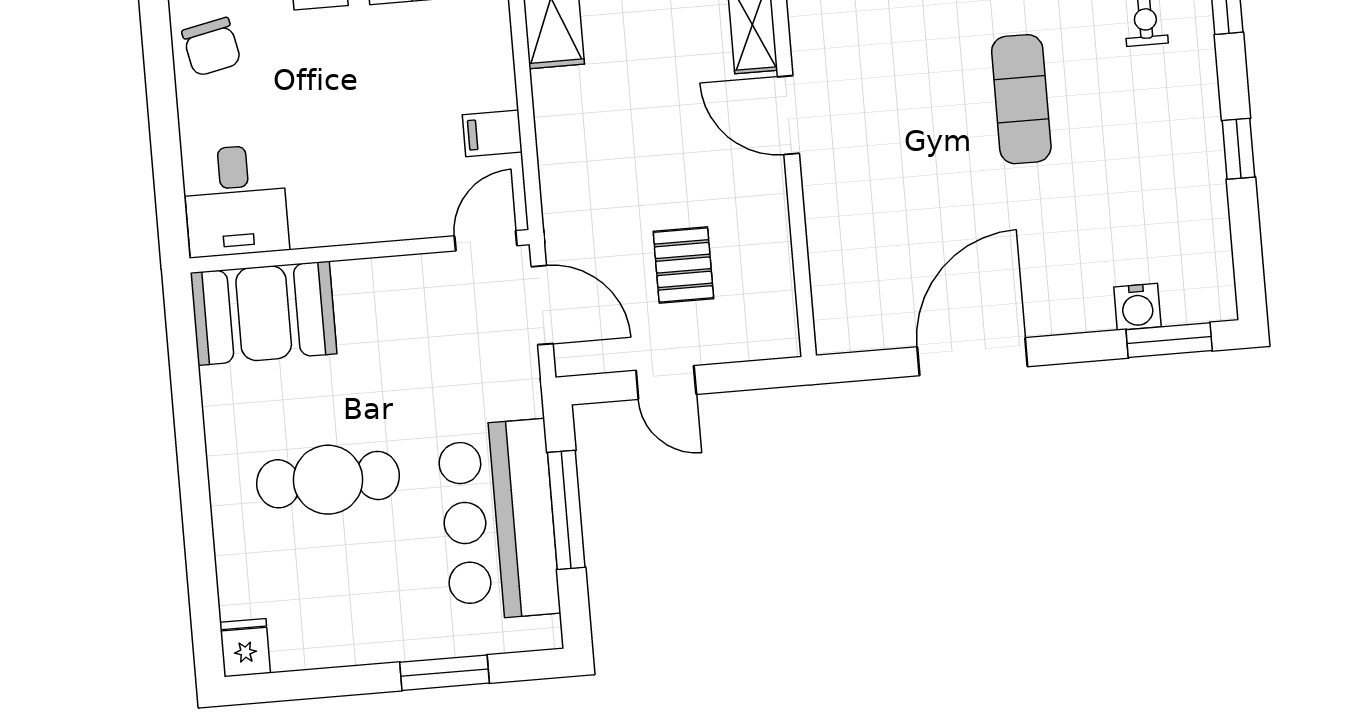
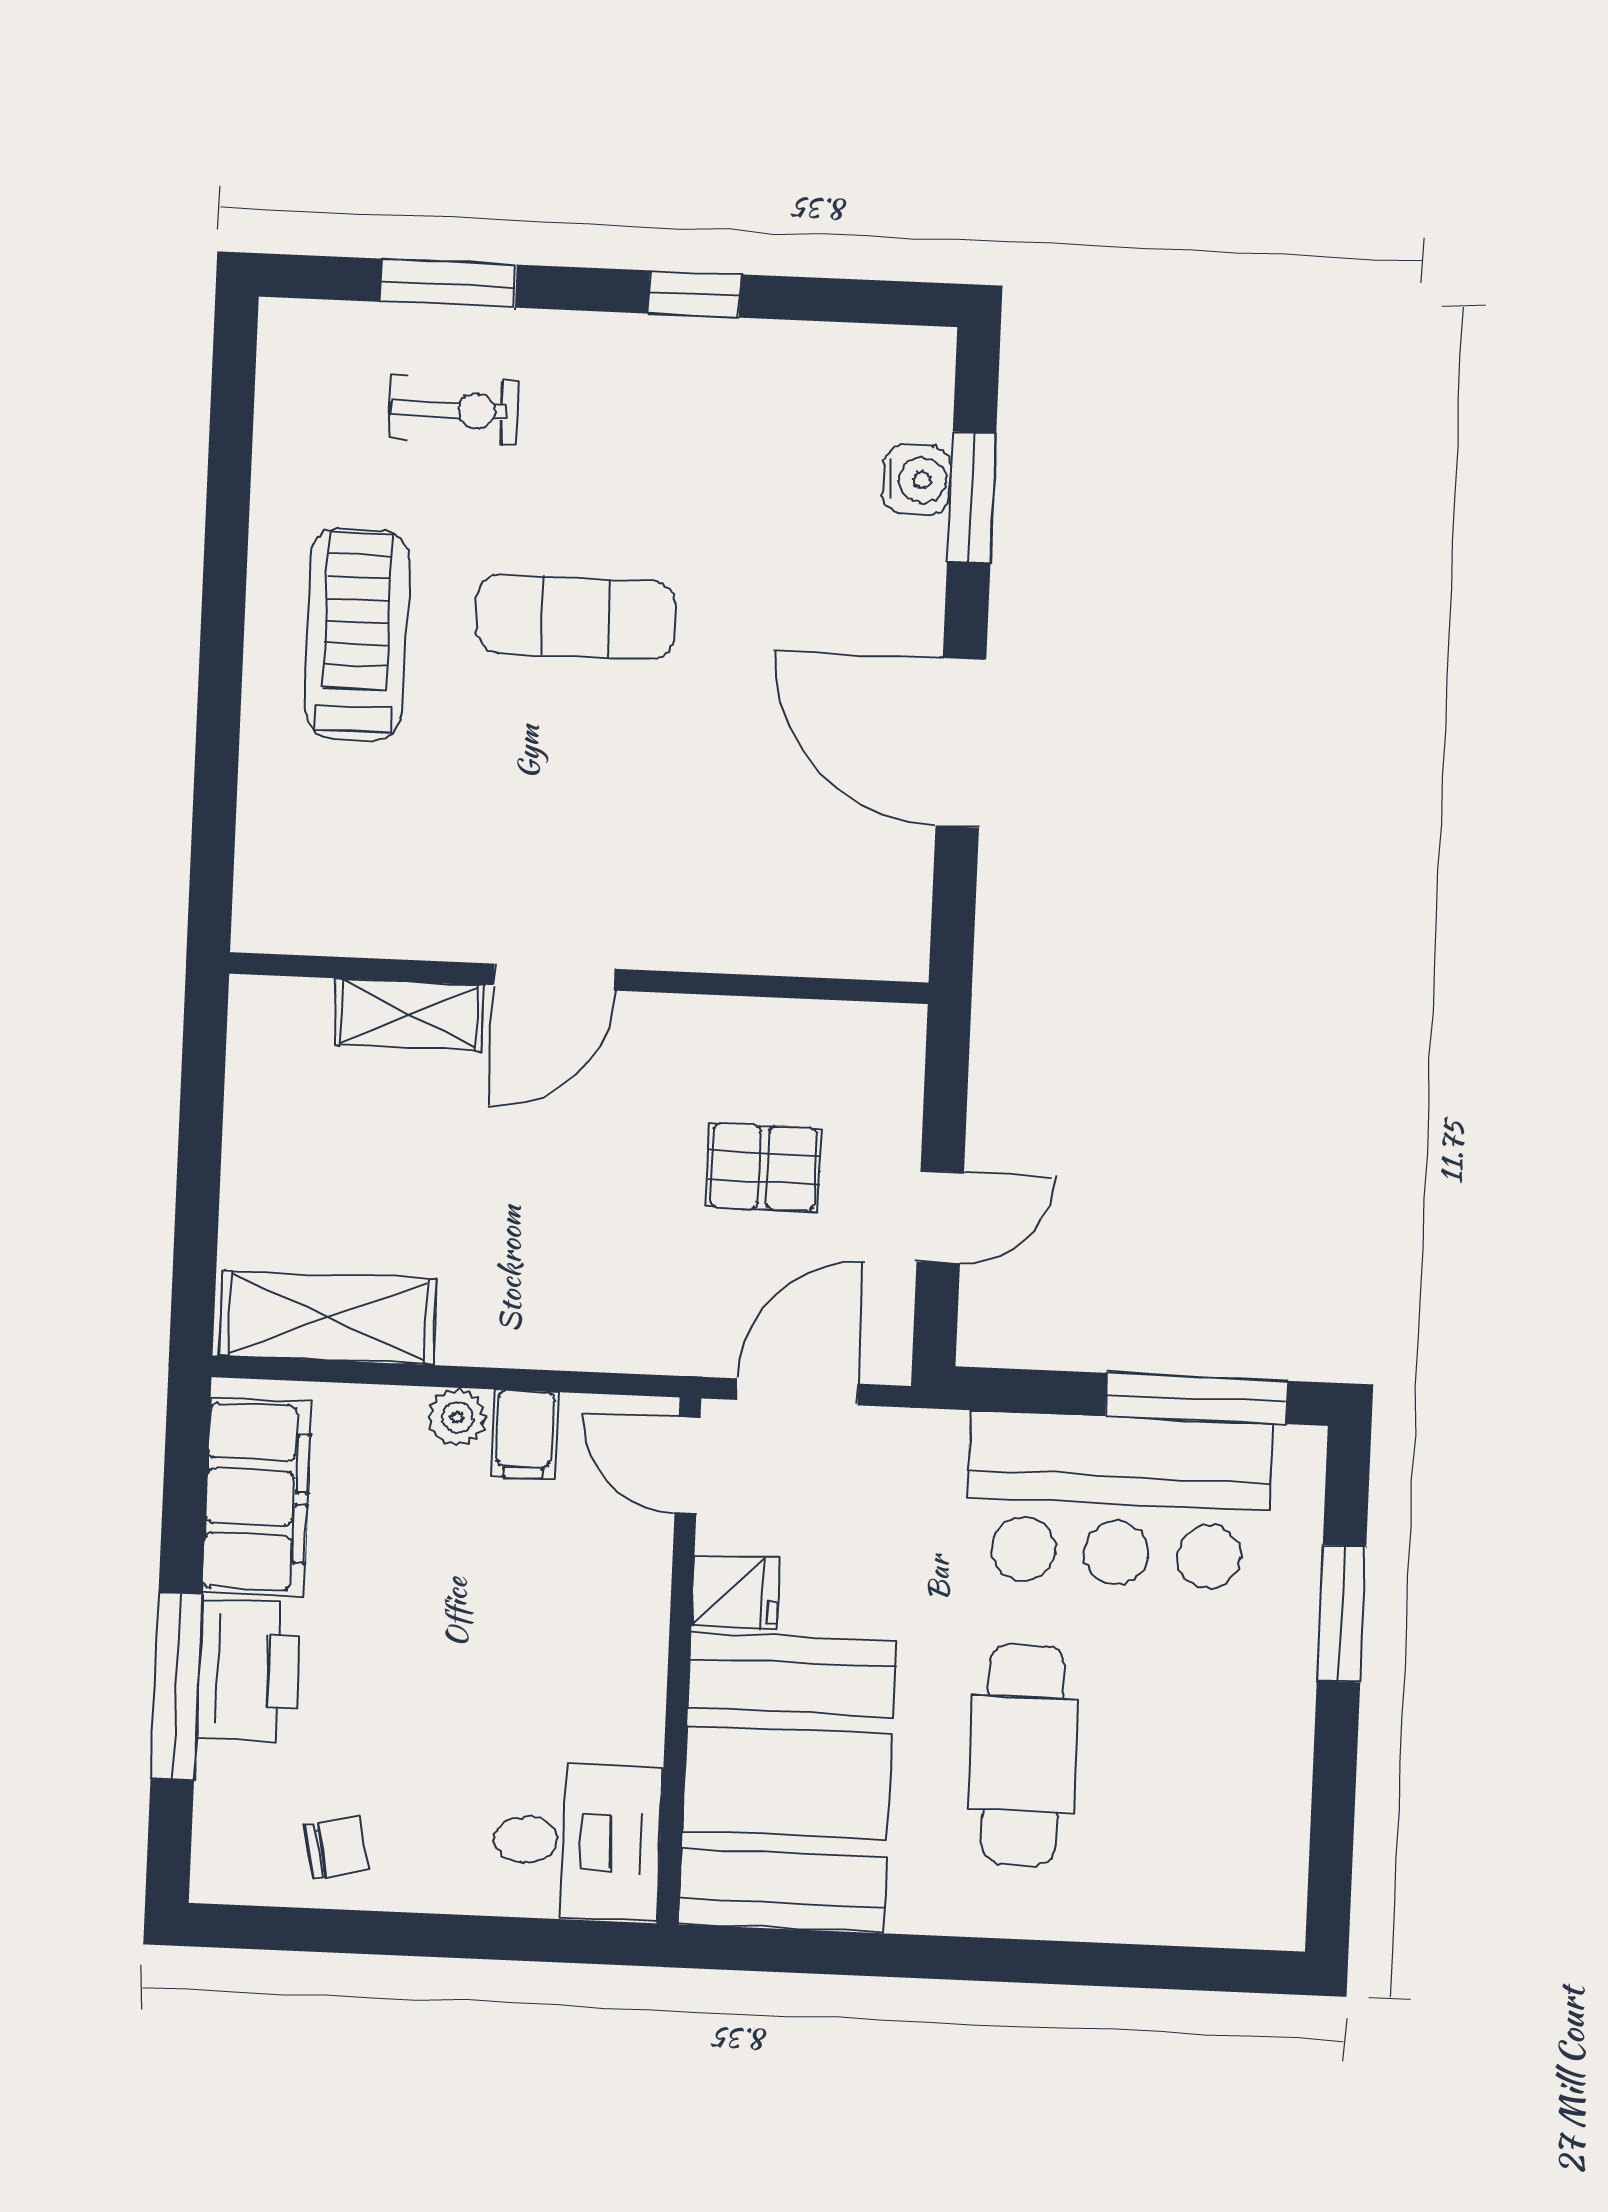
chair: (211, 47) -> (337, 1848), width x0.73, depth x0.73
plant: (498, 89) -> (457, 1417), added
booth: (264, 313) -> (787, 1783), width x1.36, depth x1.42
window: (1169, 340) -> (972, 497), moved
window: (566, 510) -> (1197, 1398), moved
fridge: (245, 648) -> (735, 1592), moved, turned 180

